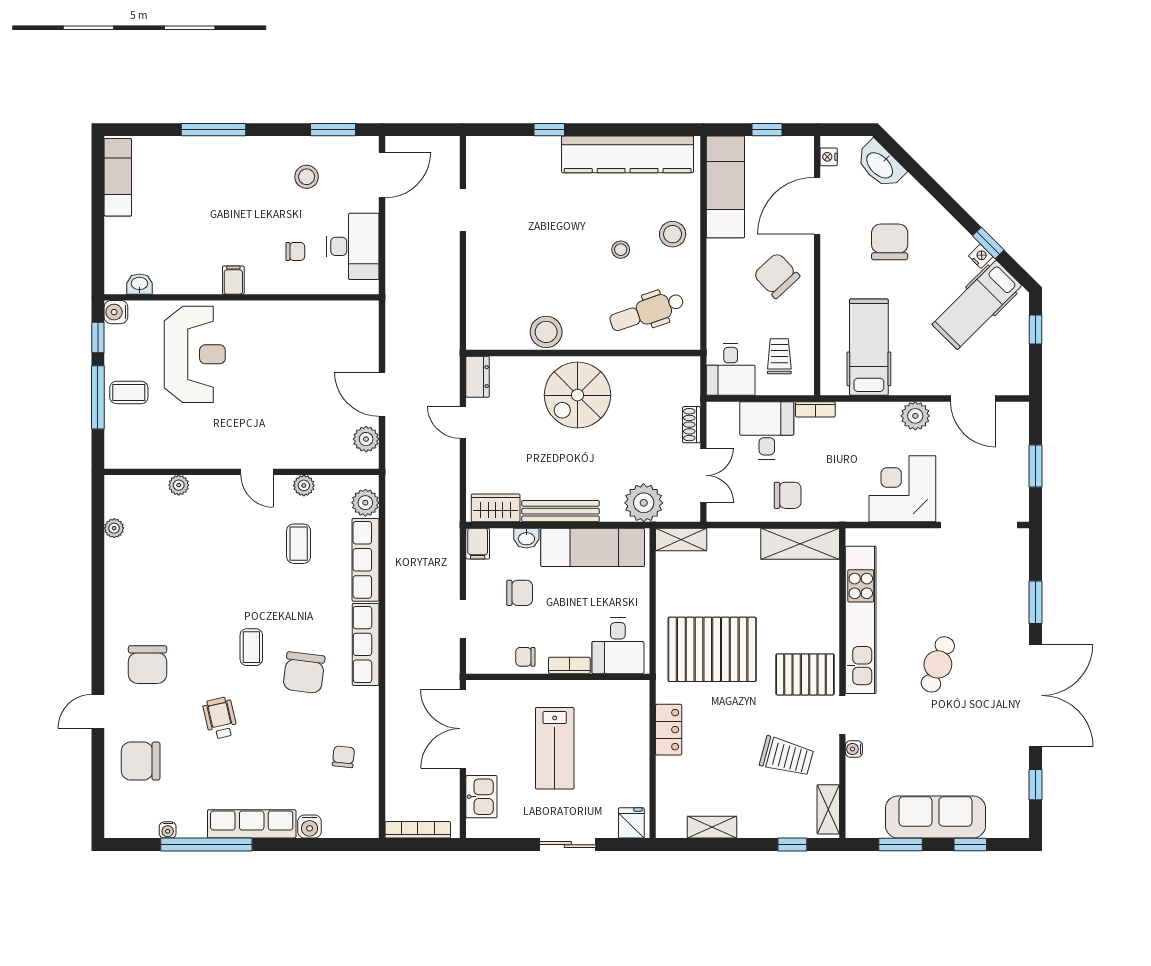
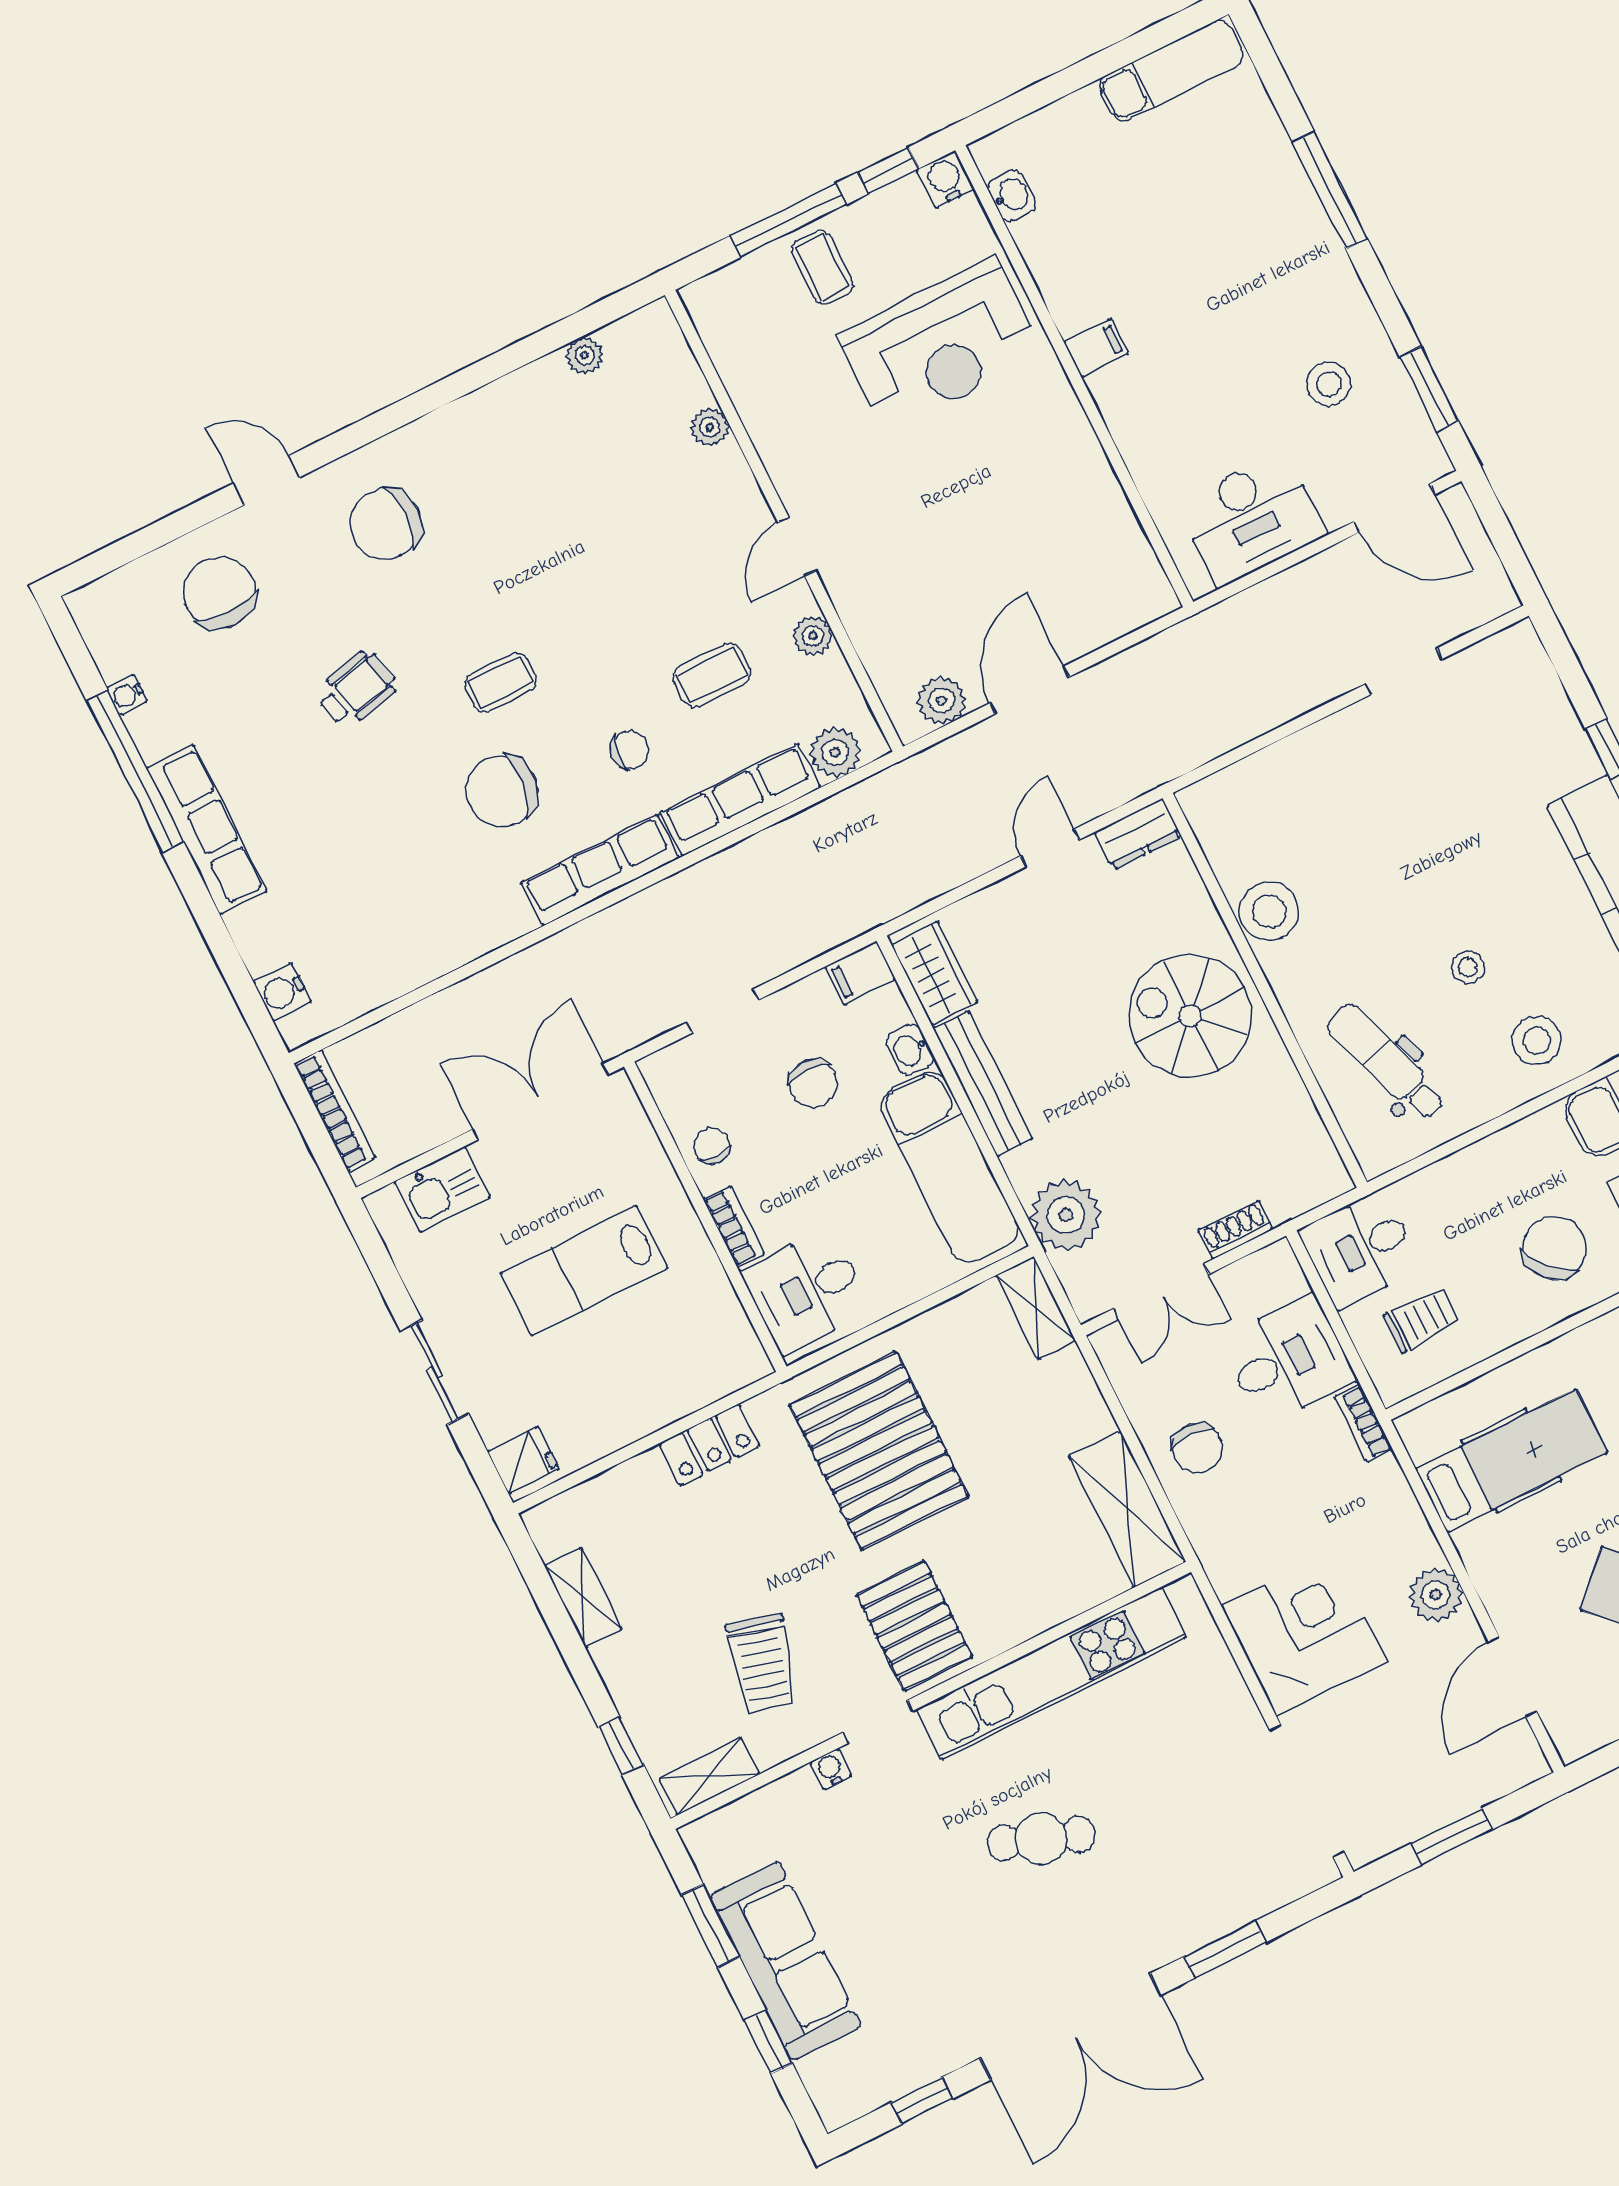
chair: (295, 251) -> (1195, 427), removed
chair: (343, 757) -> (629, 750), moved
water cooler: (310, 827) -> (282, 992), moved

